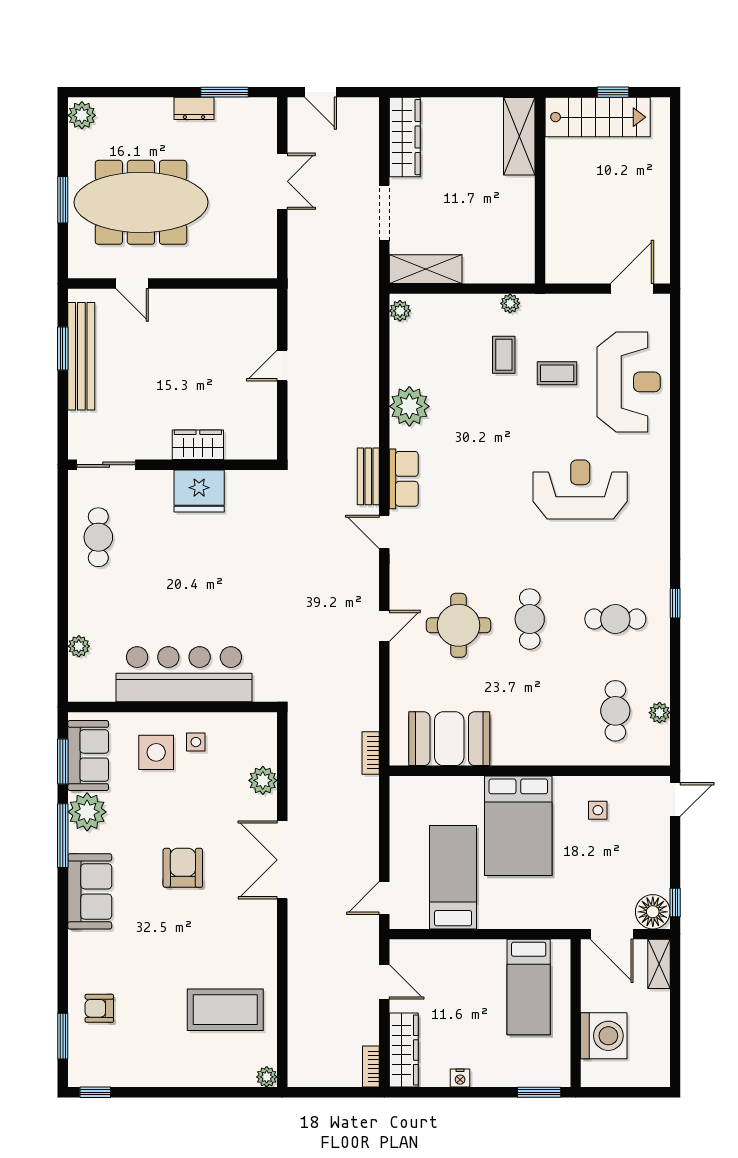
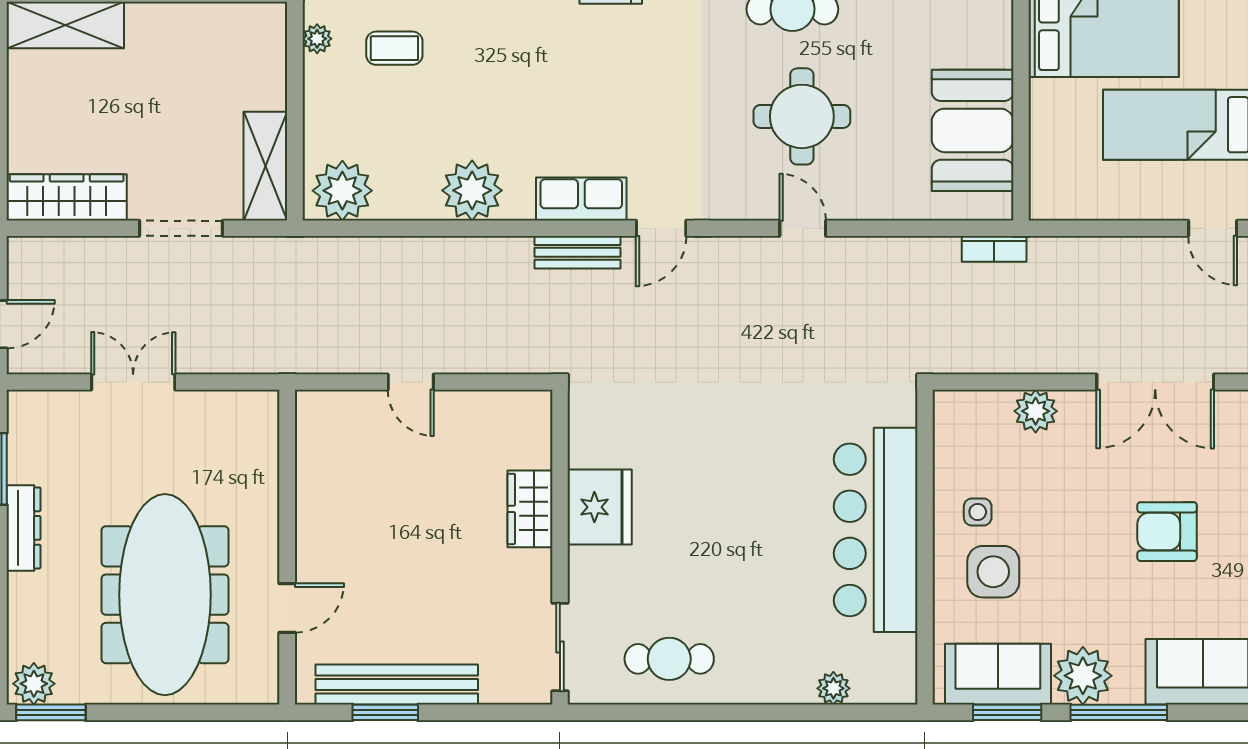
dresser: (194, 108) -> (23, 528), width x1.44
window: (63, 200) -> (51, 712), moved
plant: (400, 311) -> (342, 191), width x1.88, depth x1.88

